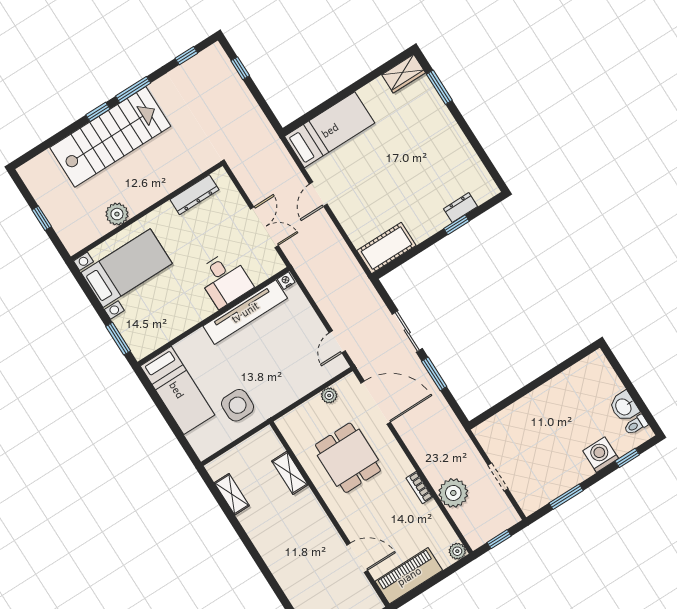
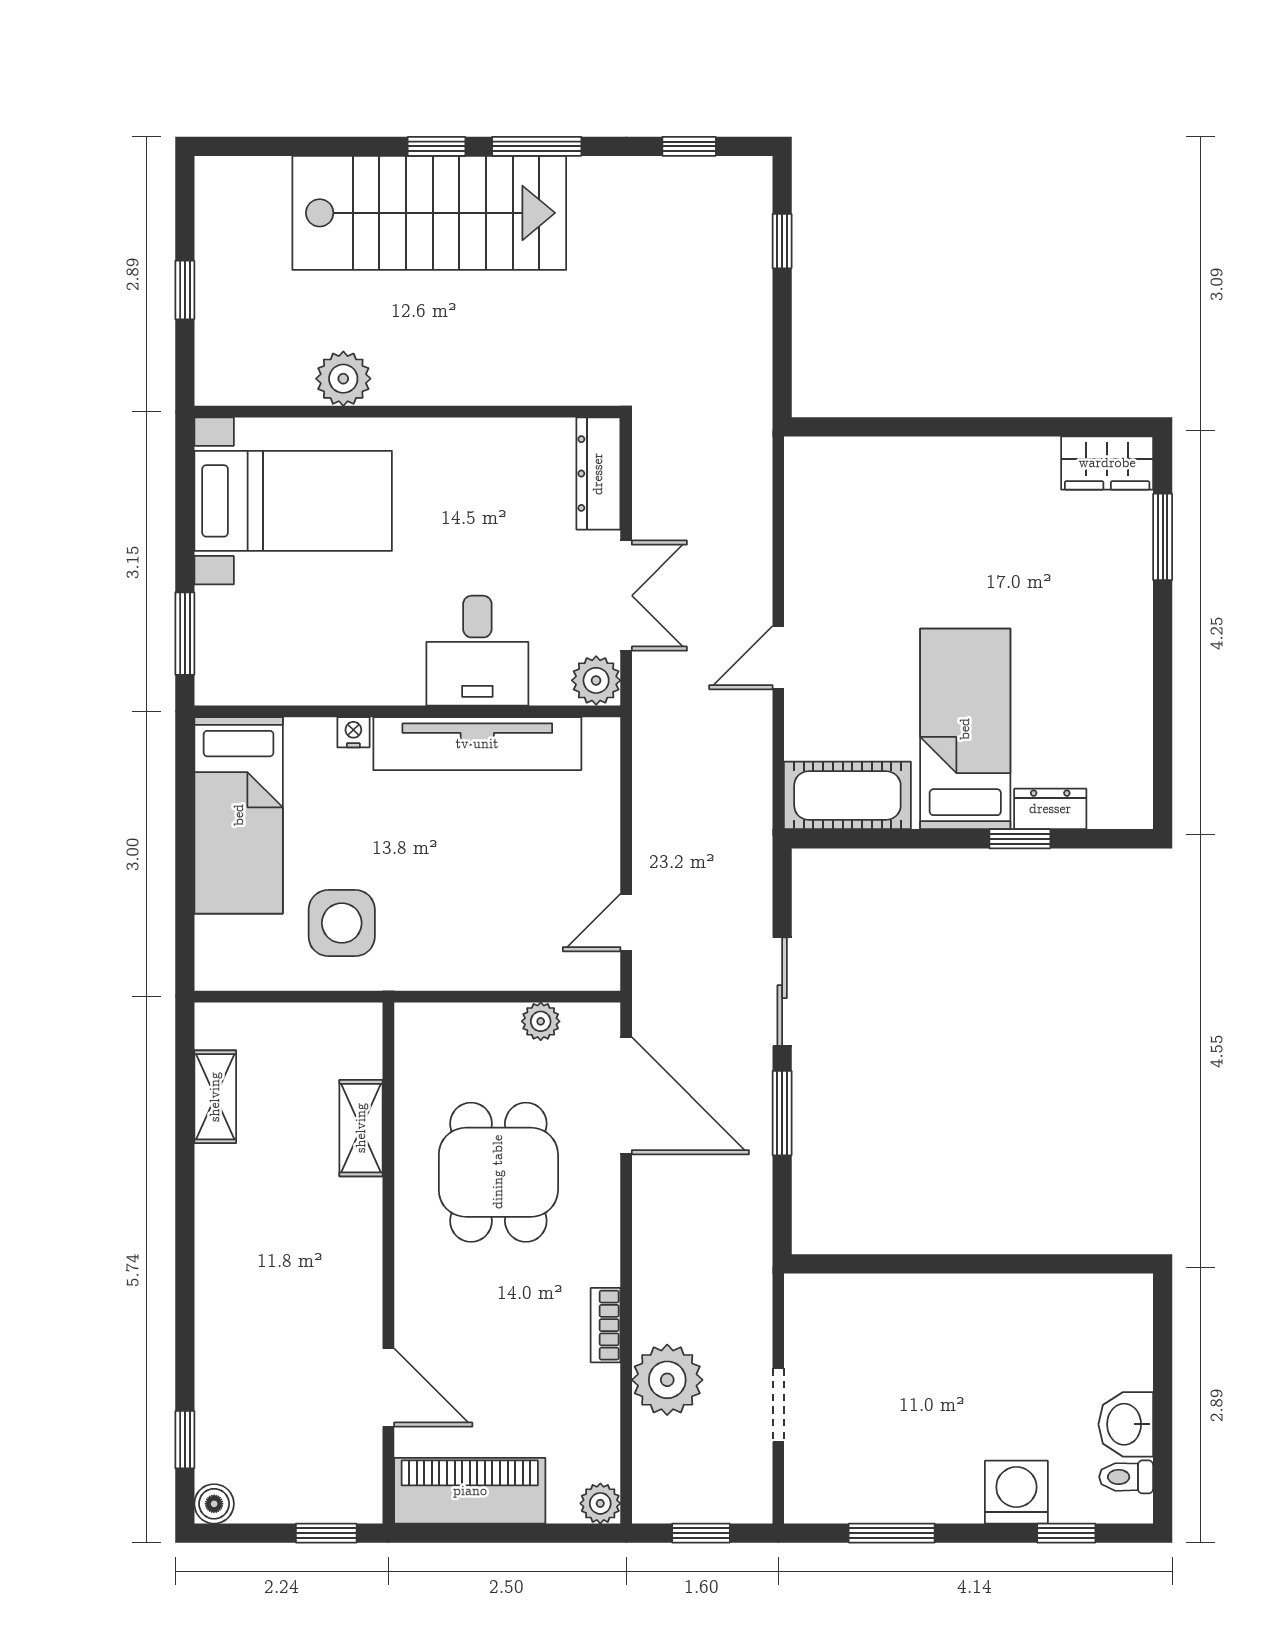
bed: (330, 130) -> (965, 729), moved, turned -90
door: (318, 194) -> (778, 658), moved
dresser: (194, 195) -> (598, 474), moved, turned 90
plant: (273, 264) -> (596, 680), added
nightstand: (286, 281) -> (353, 732), moved

